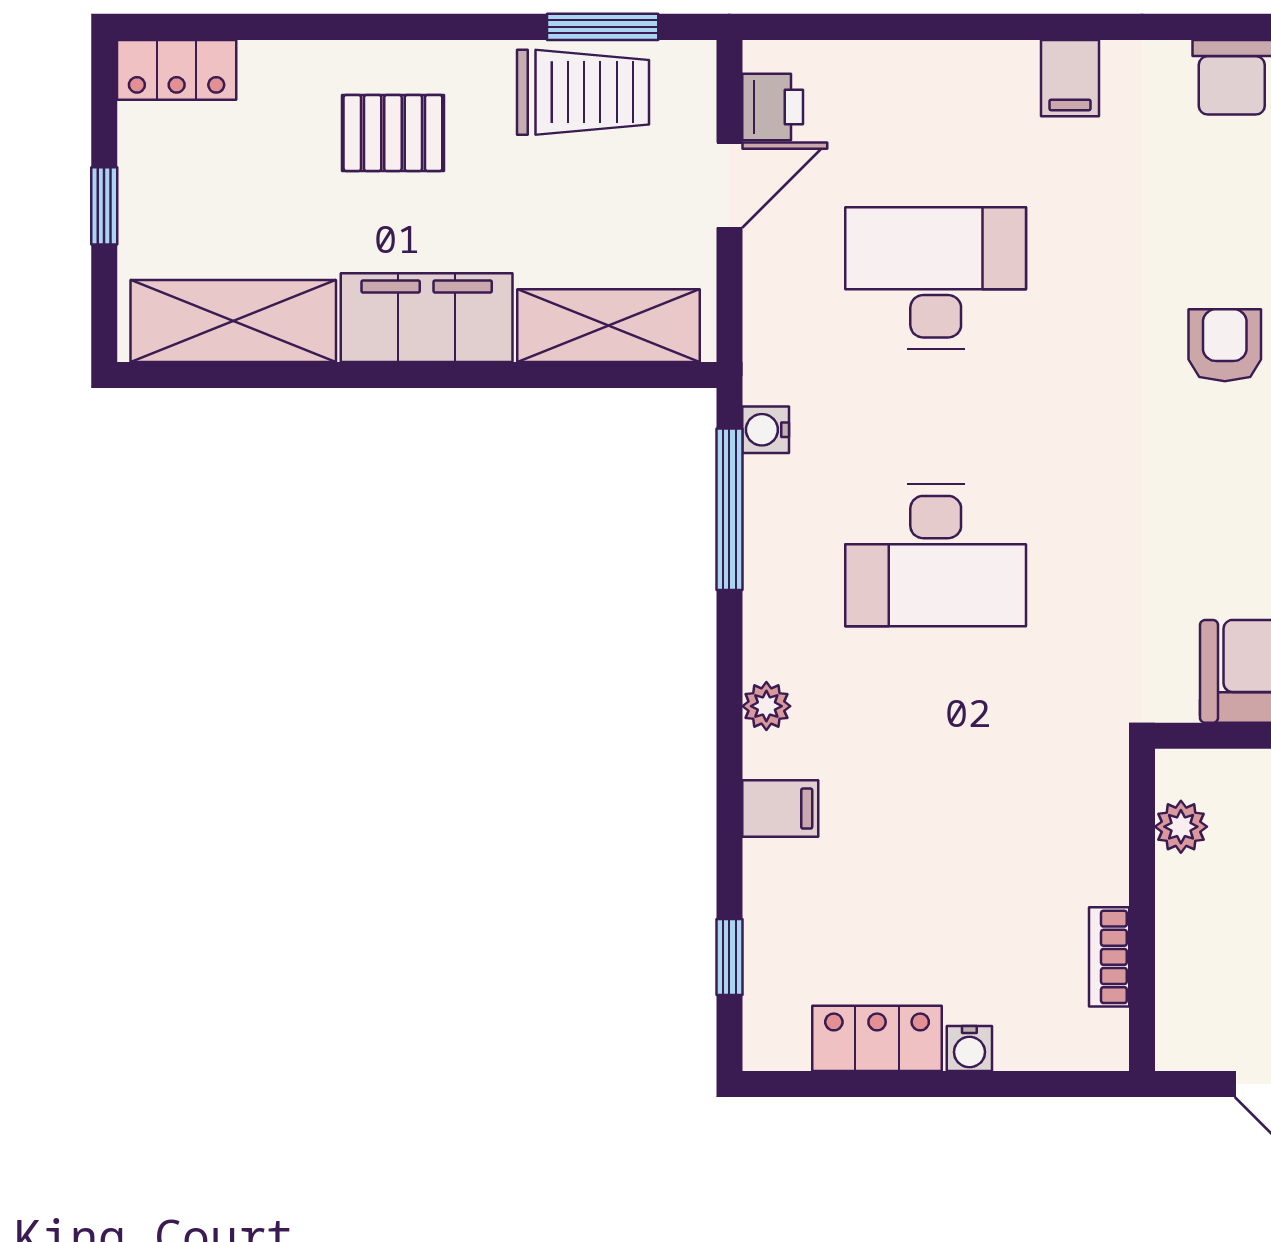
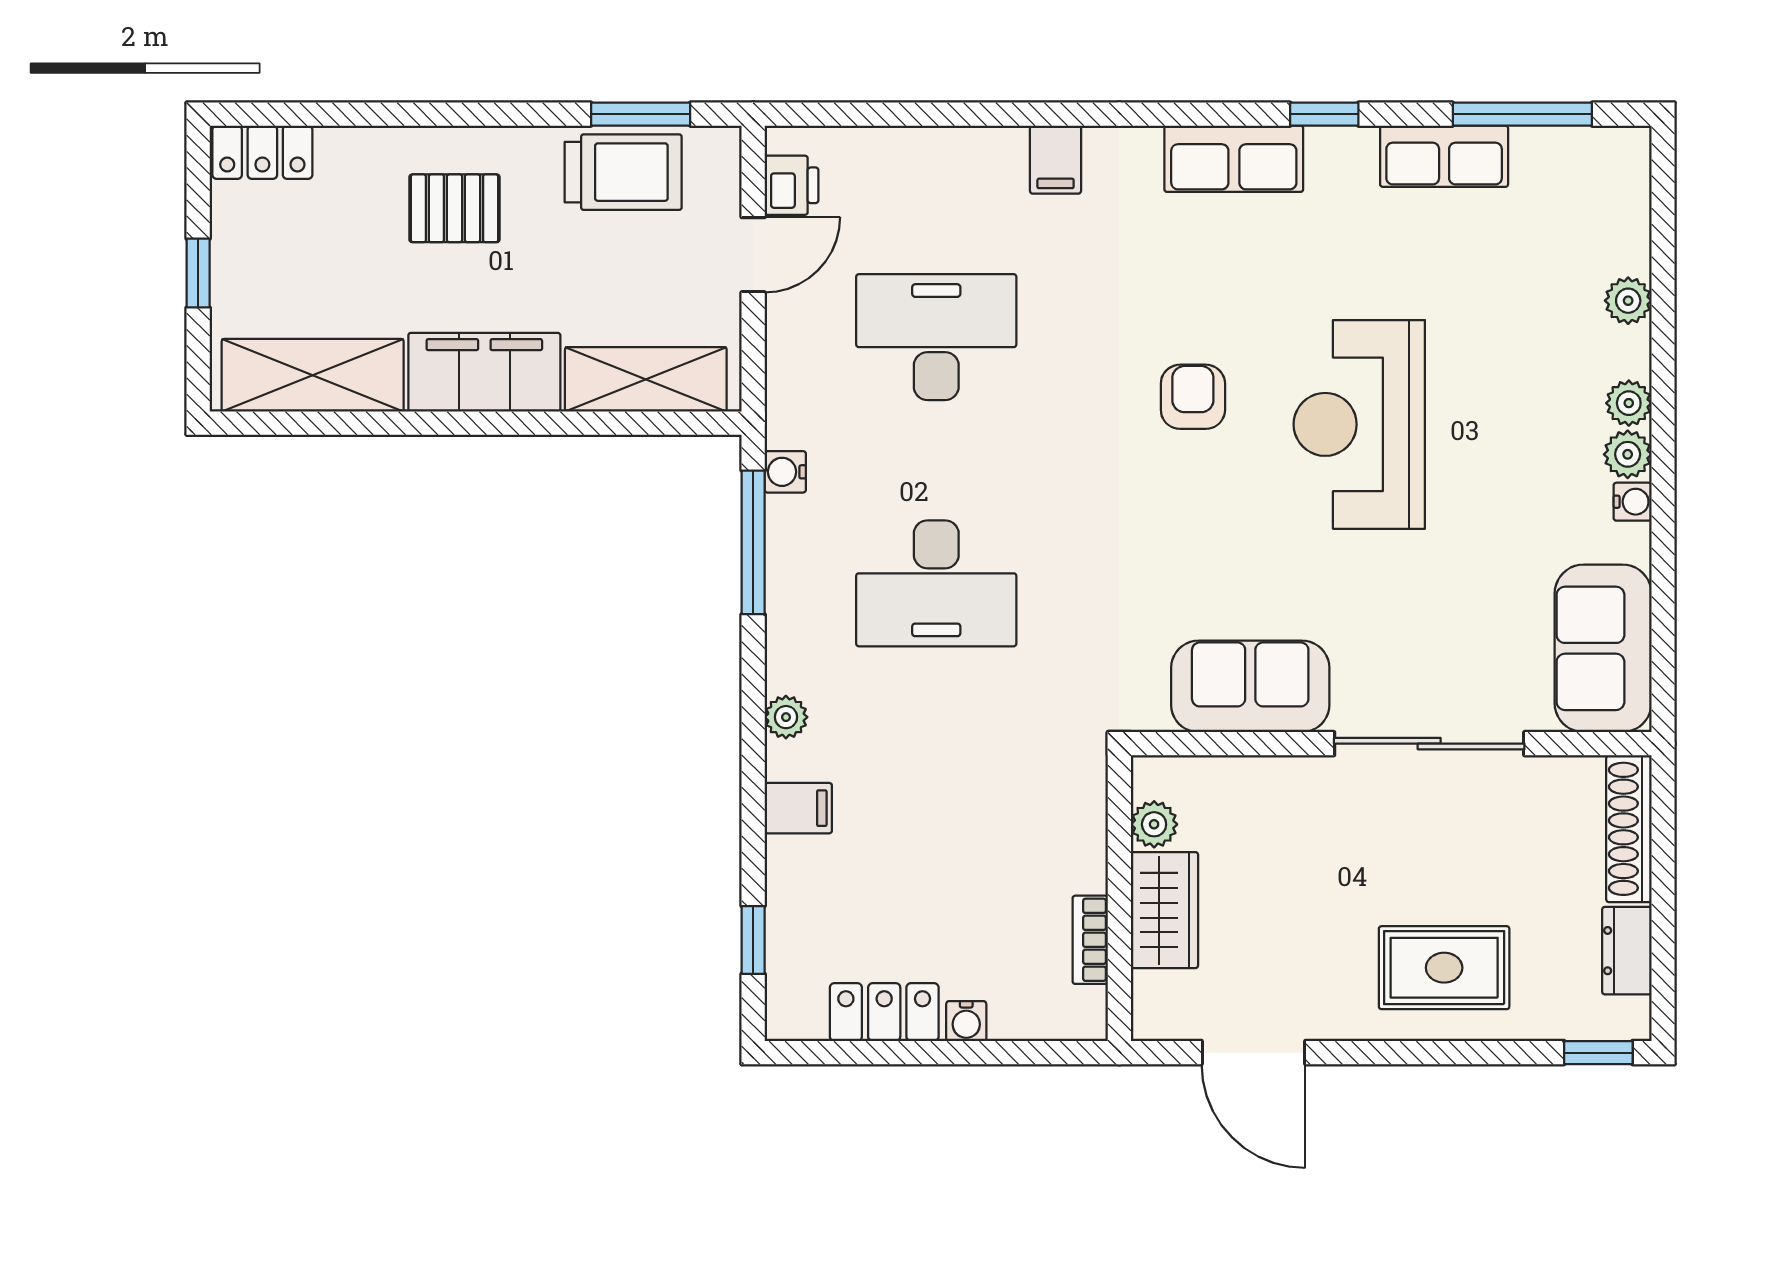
wardrobe: (1193, 923) -> (1164, 910), added

